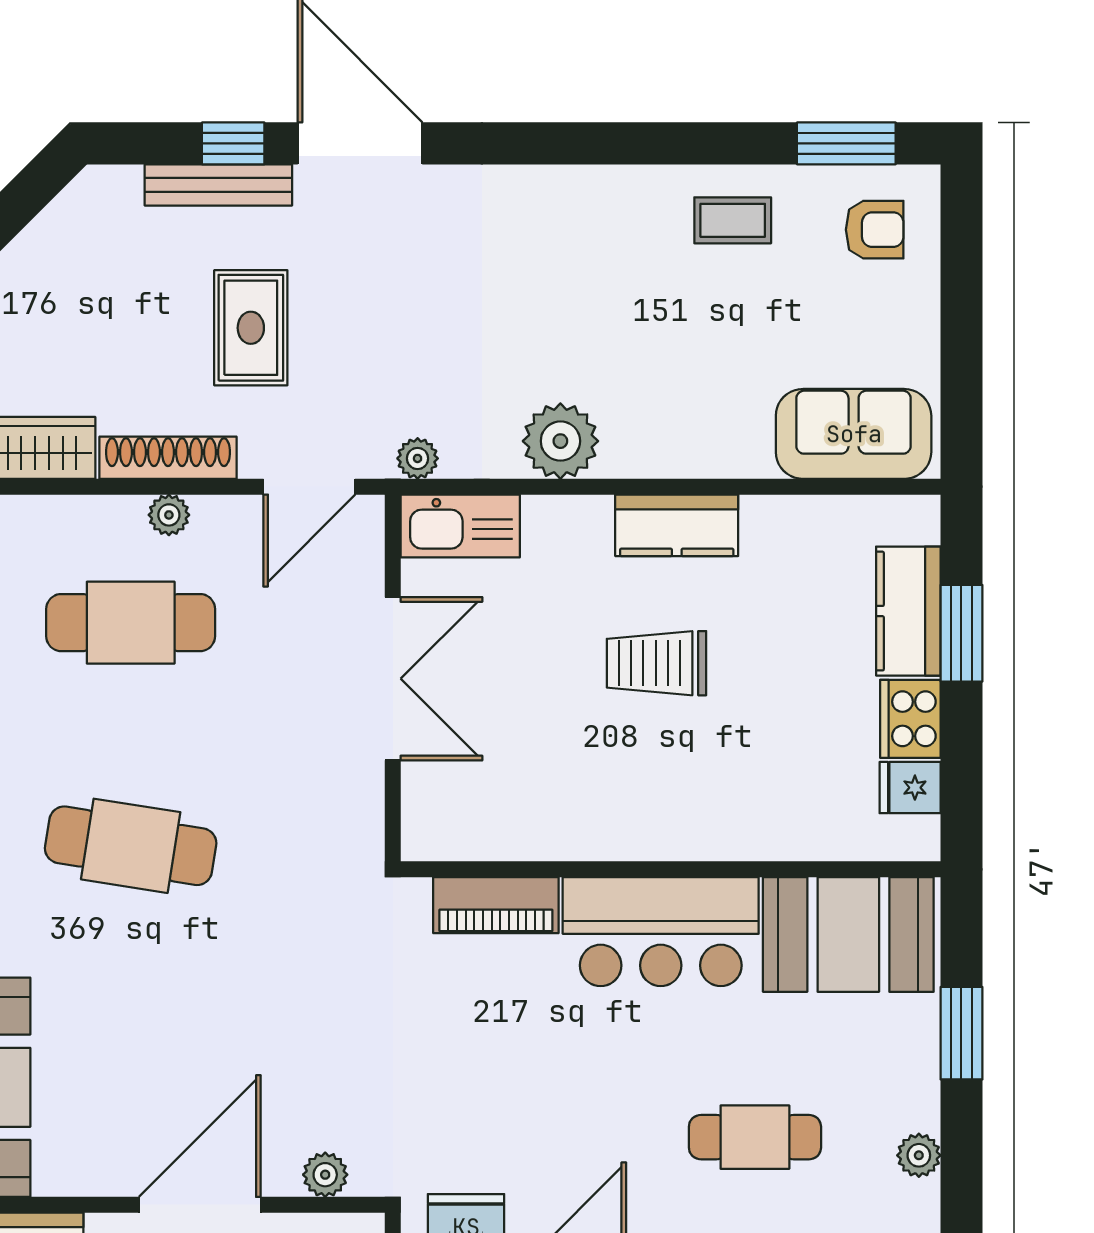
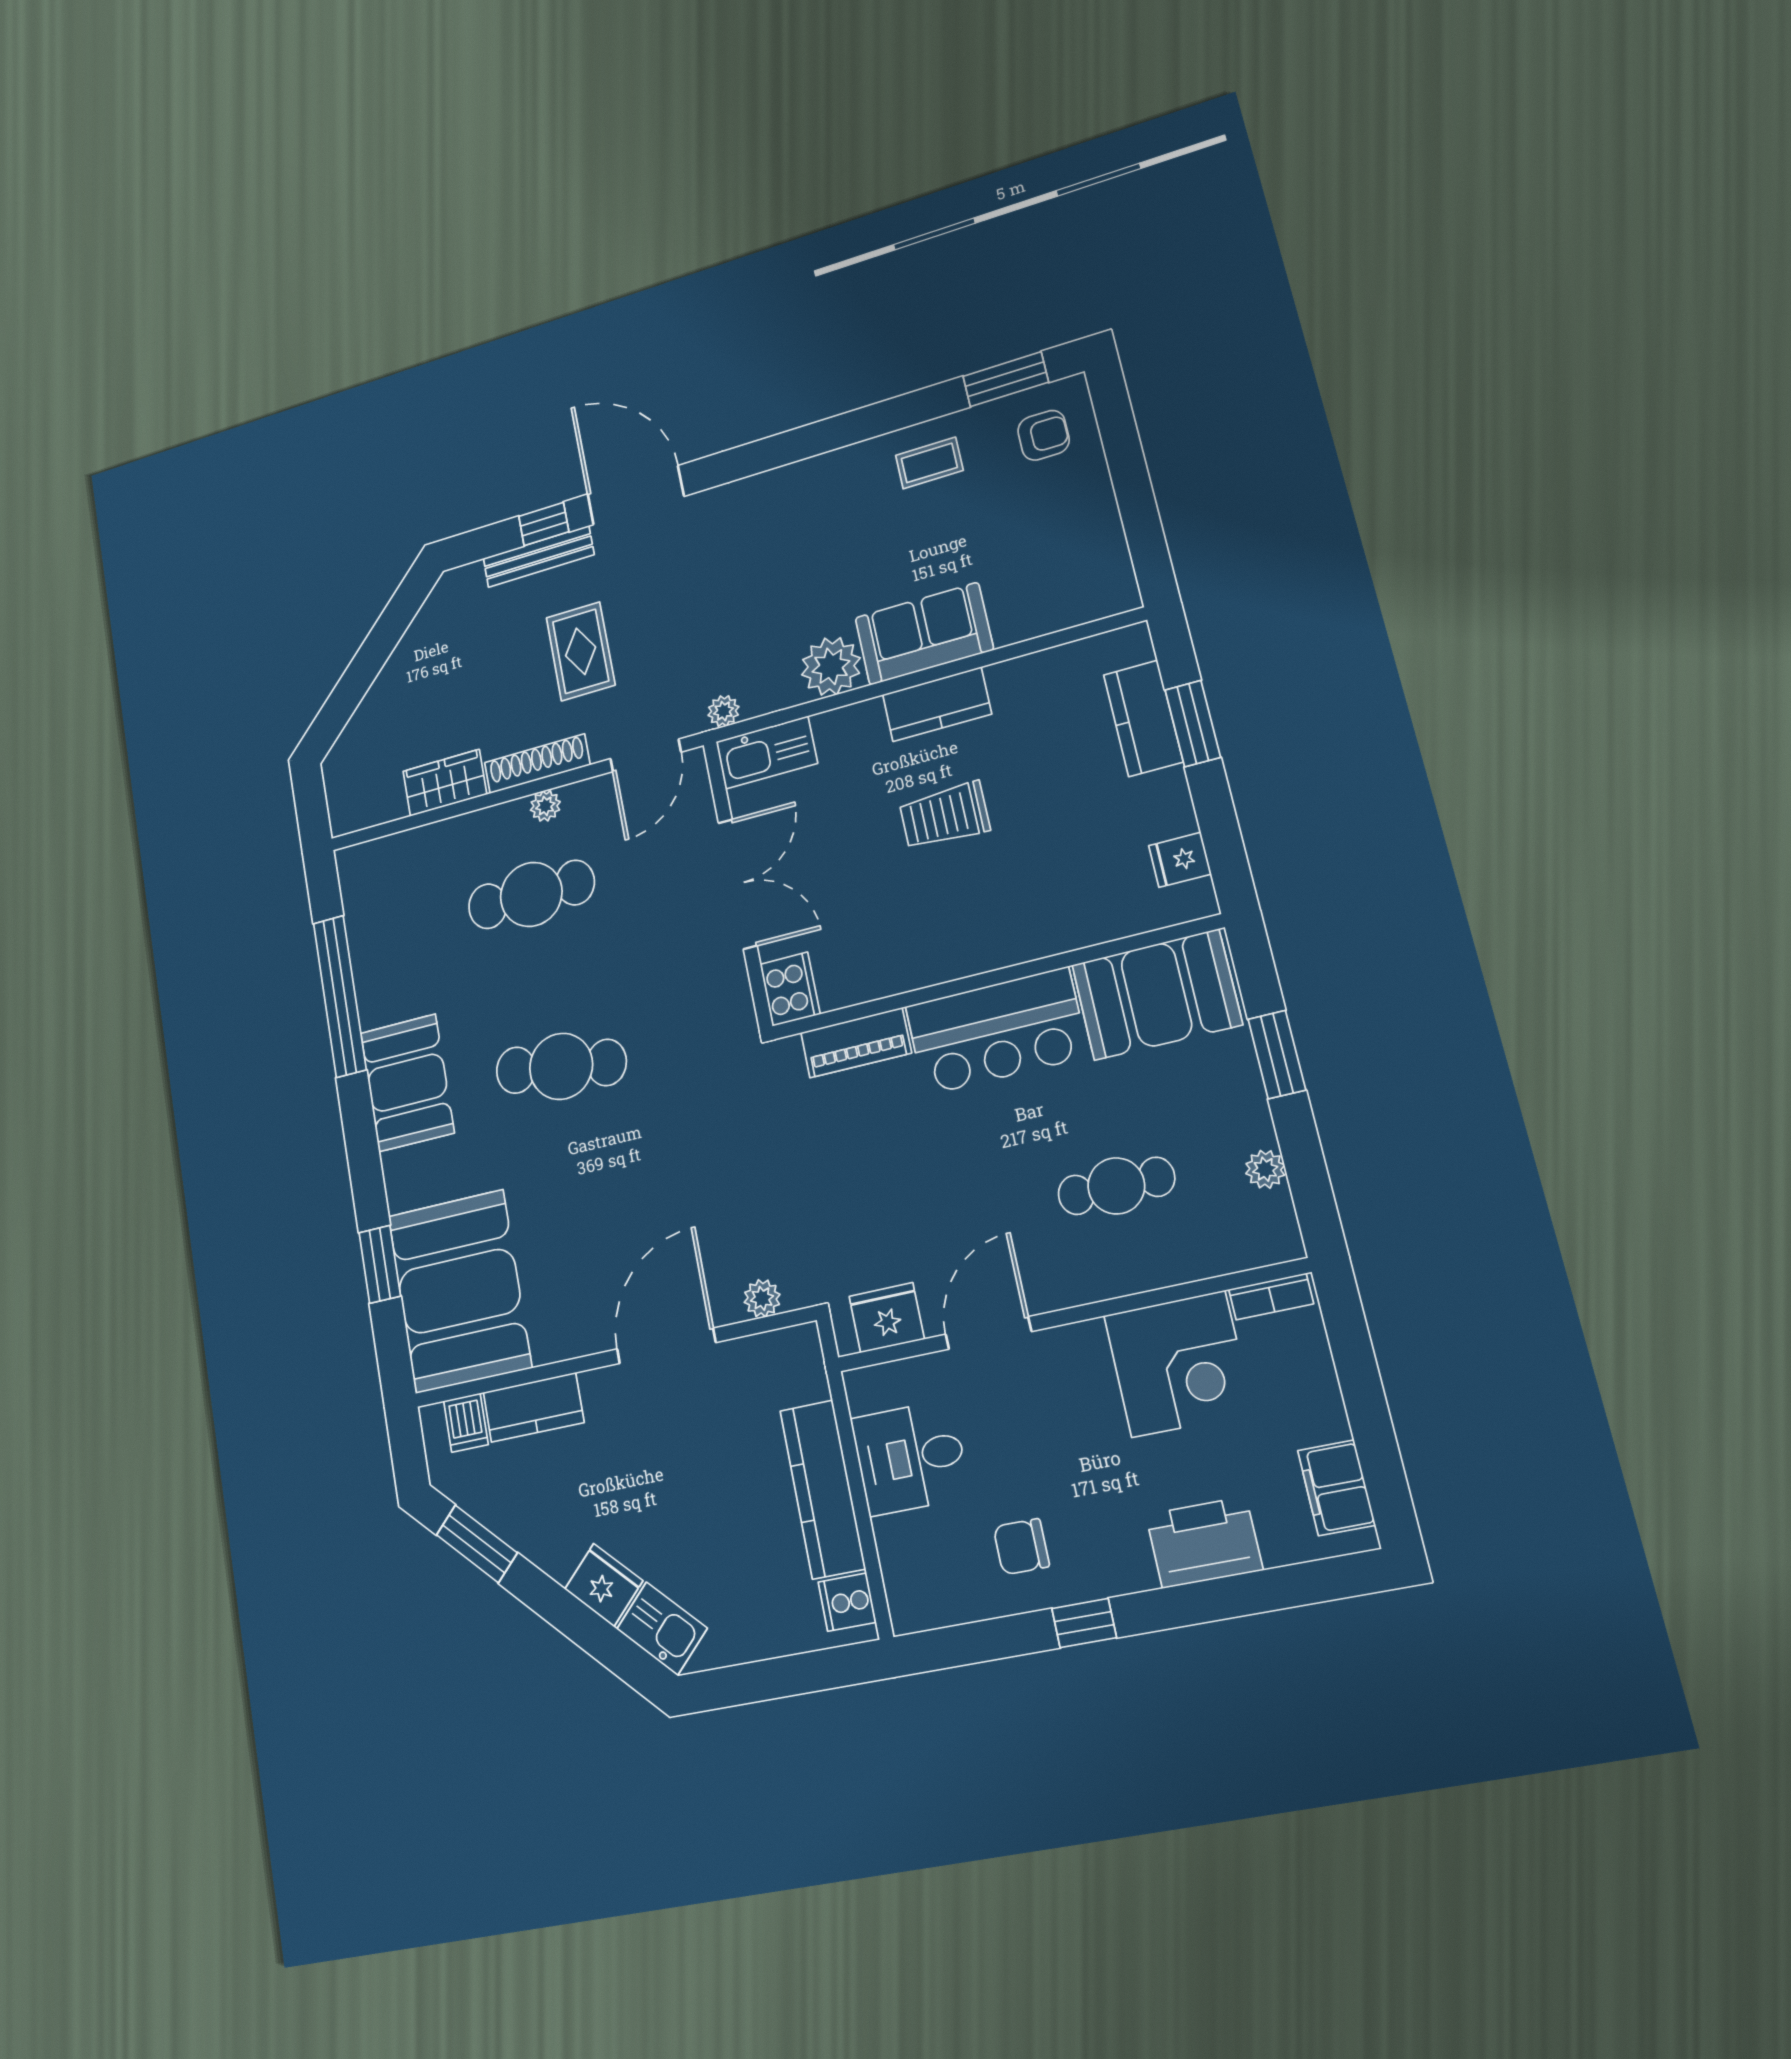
sofa: (854, 434) -> (924, 634), moved
cooker: (910, 719) -> (790, 989), moved, turned 180

